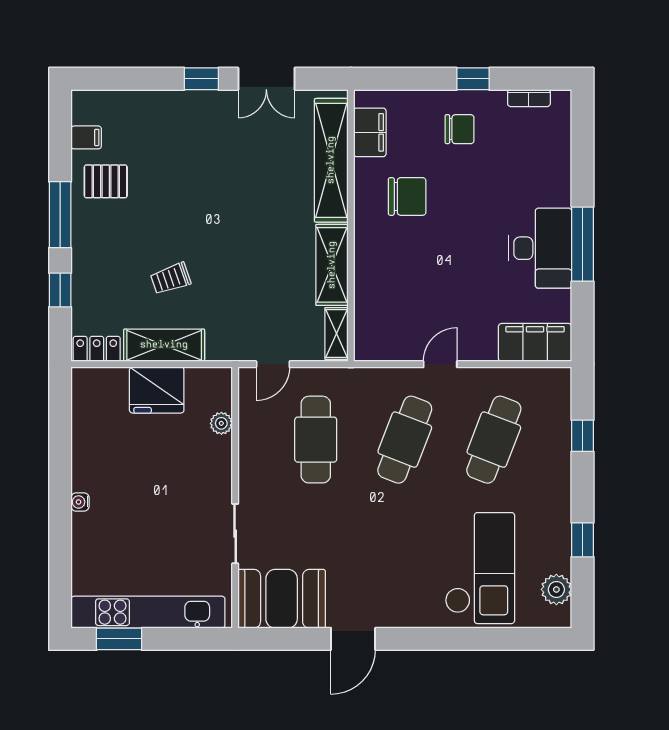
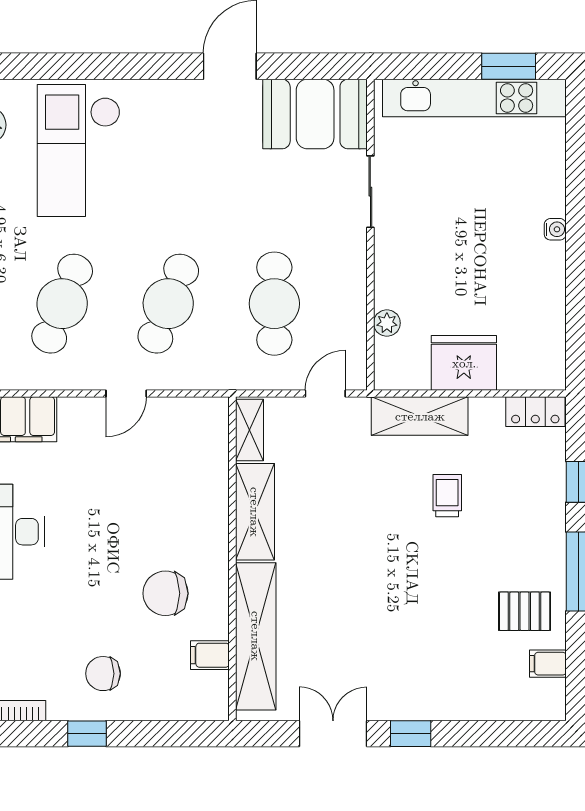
filing cabinet: (370, 132) -> (210, 655), width x0.50
trolley: (171, 278) -> (447, 496), turned -71
shelving: (164, 345) -> (420, 416), moved

